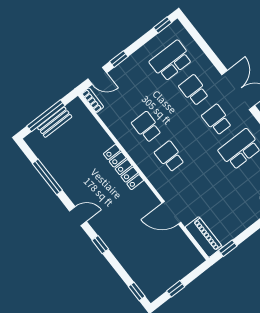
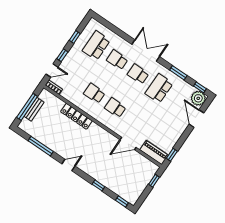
window: (163, 25) -> (75, 37), moved
locker: (124, 167) -> (76, 116), moved
window: (100, 245) -> (98, 185), moved
window: (176, 289) -> (154, 181), moved

